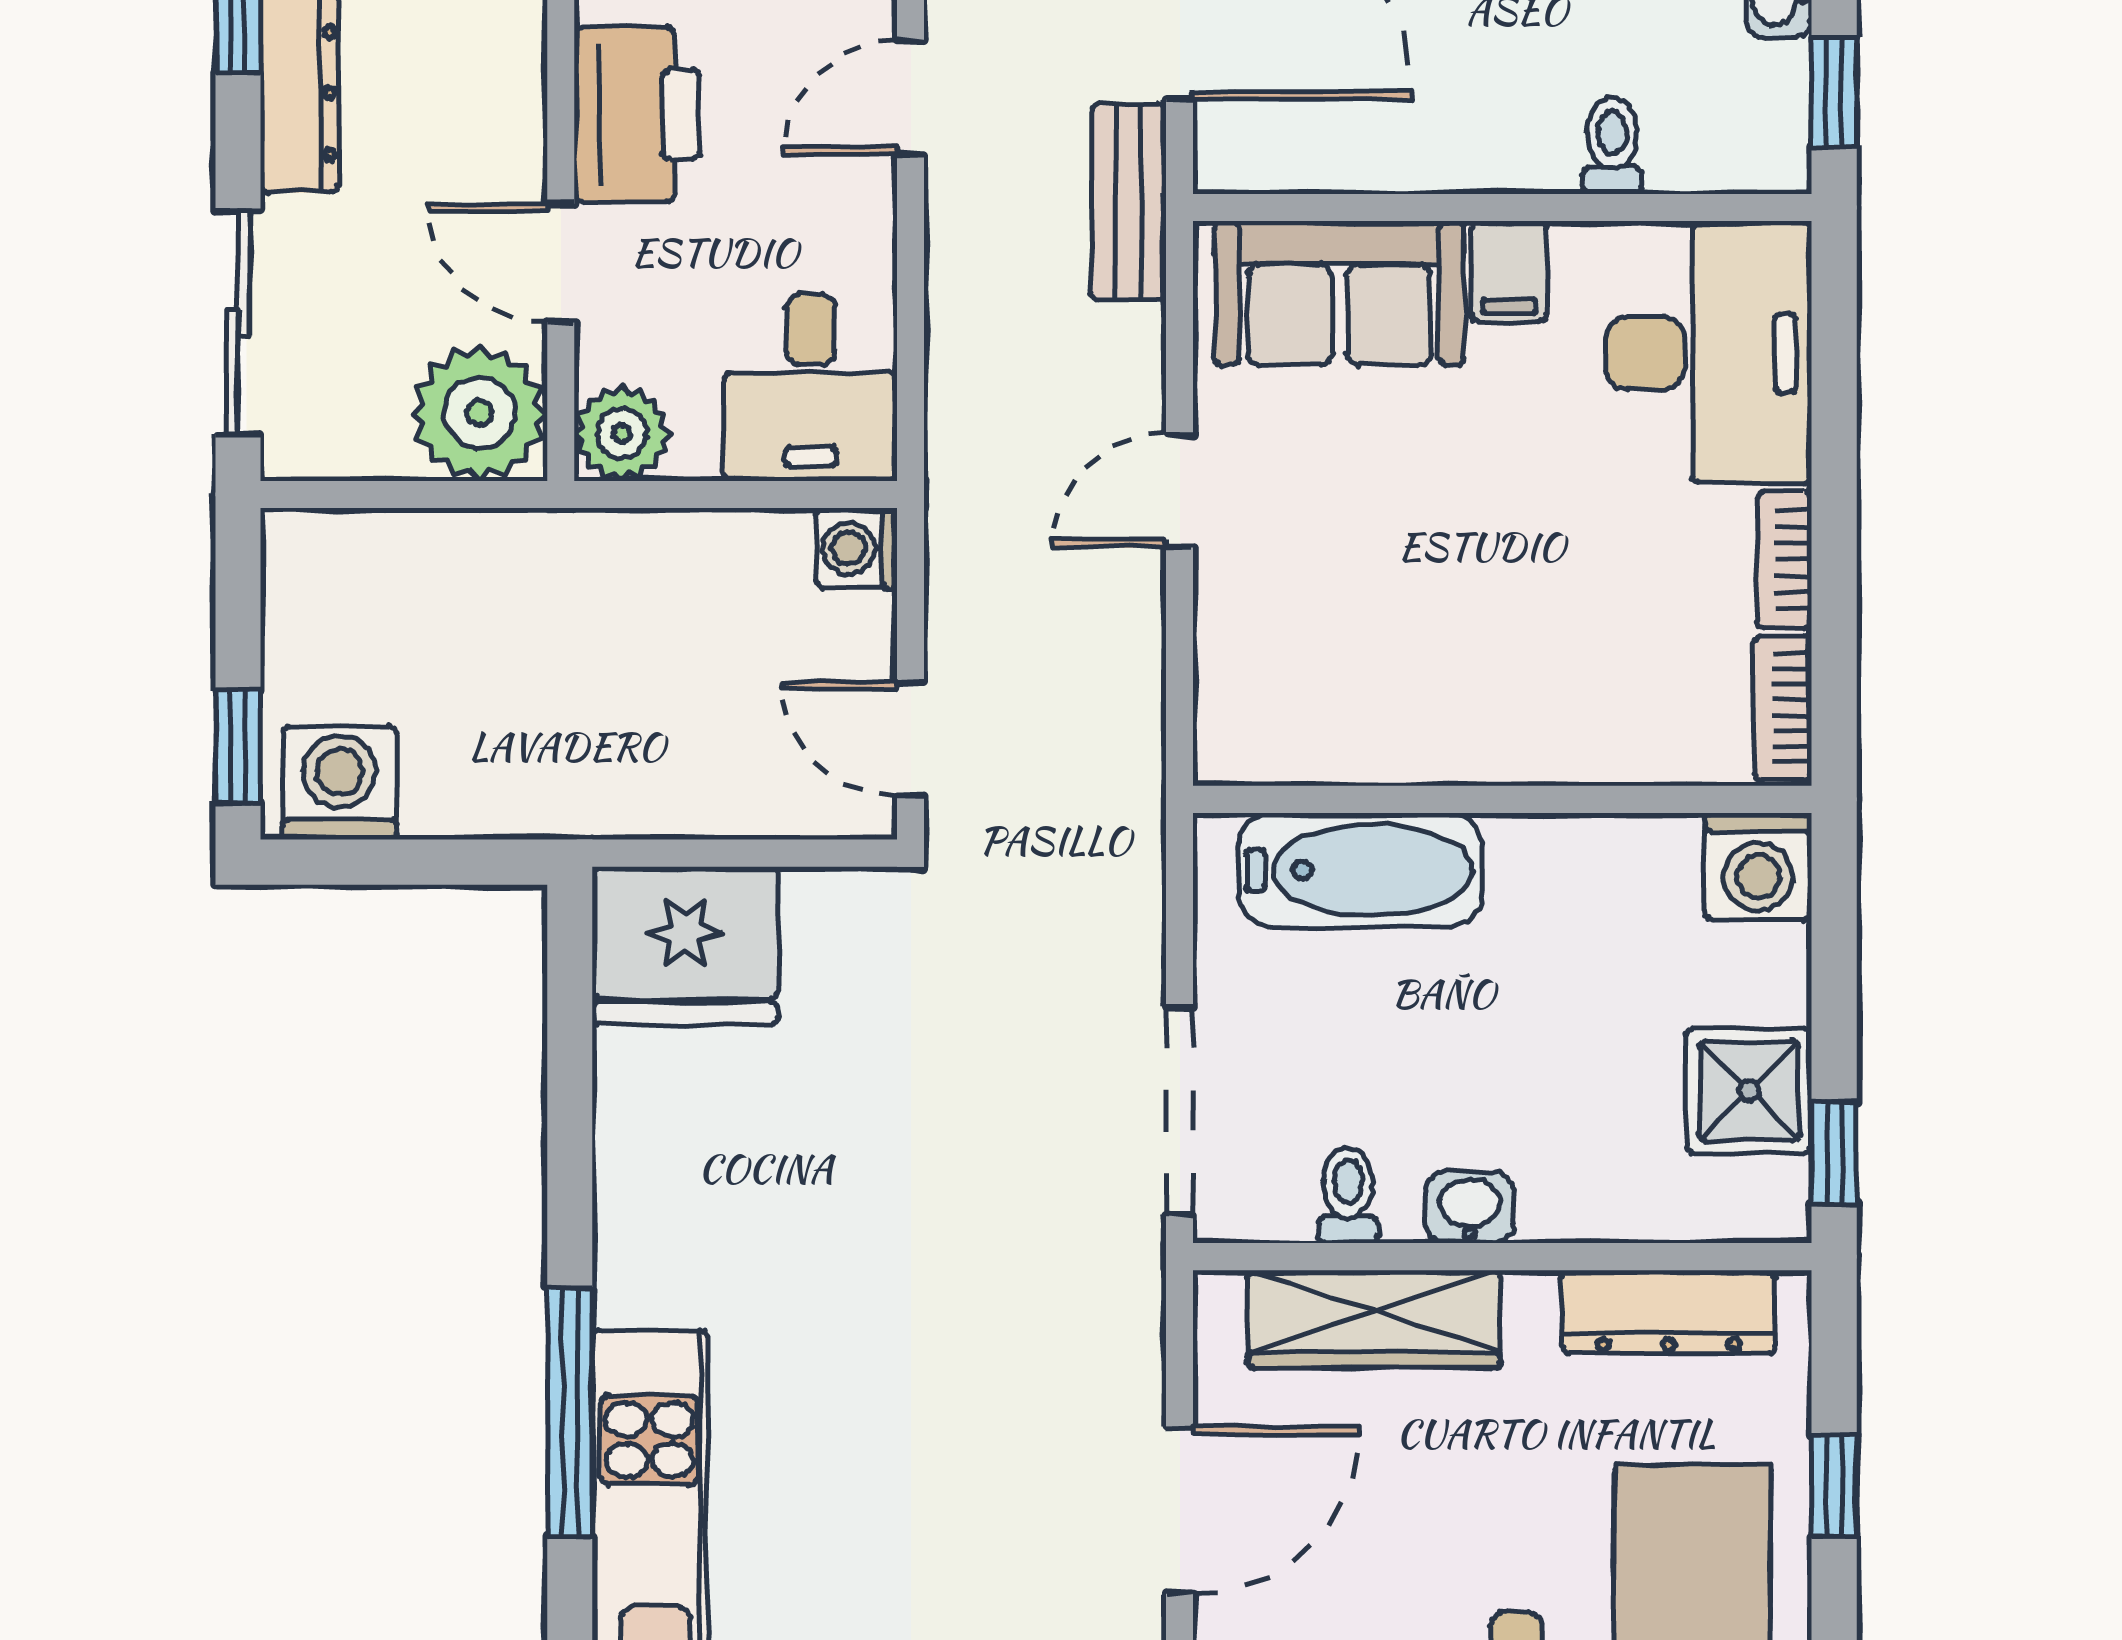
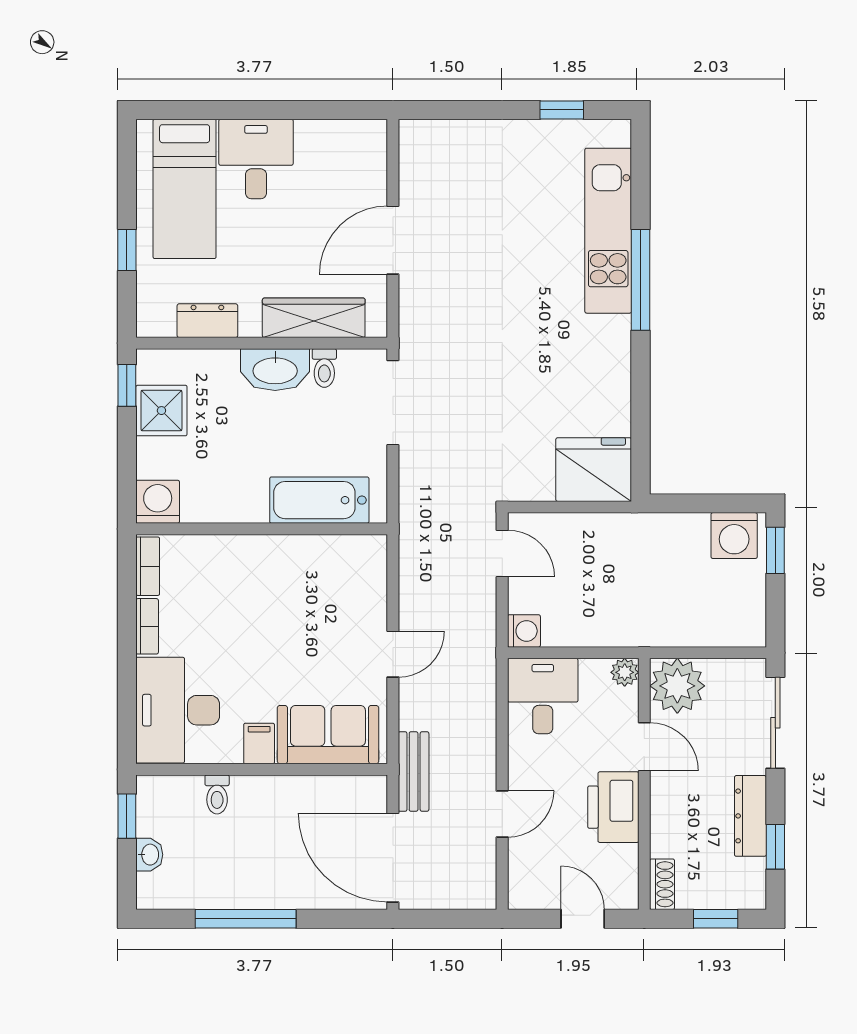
plant: (622, 433) -> (625, 672), width x0.73, depth x0.73
washbasin: (1469, 1207) -> (275, 370), width x1.91, depth x1.45
dresser: (1668, 1312) -> (207, 321), width x0.70

